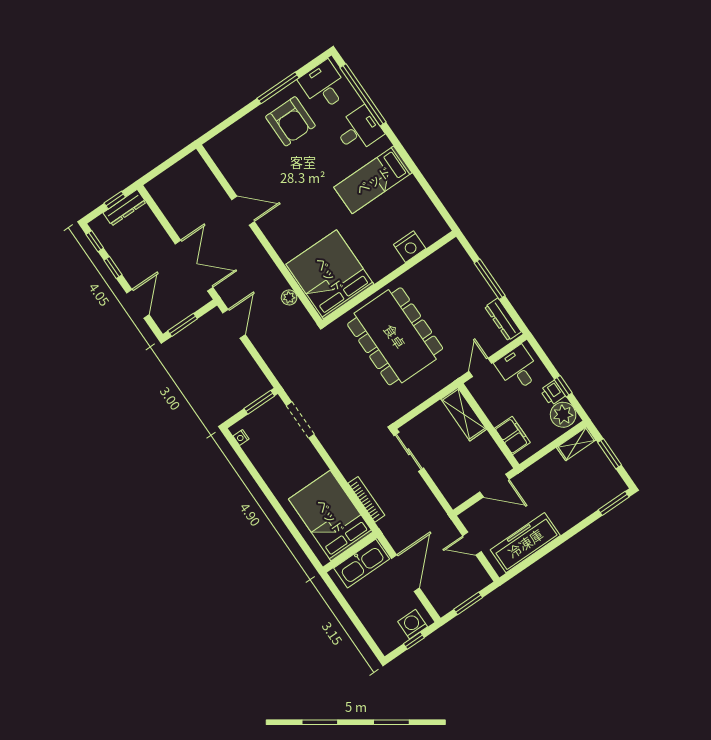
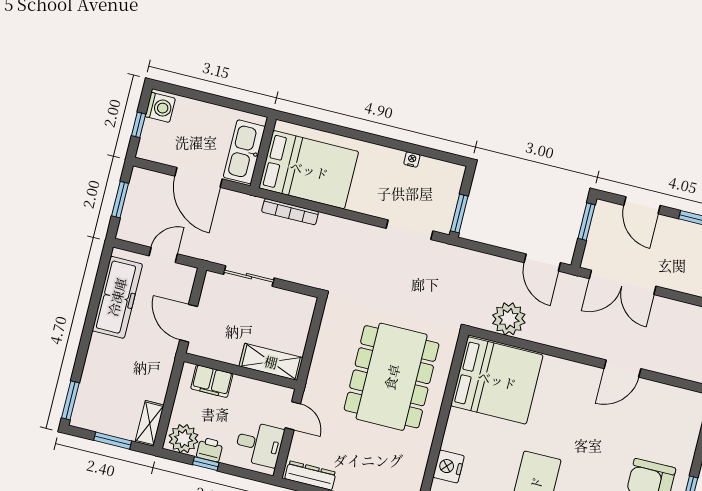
plant: (289, 297) -> (509, 319), width x1.88, depth x1.88
dining table: (395, 336) -> (392, 377), turned 90
nightstand: (241, 437) -> (412, 160), moved
sliding door: (409, 452) -> (249, 276), moved
door: (494, 486) -> (189, 323), hinge flipped
washing machine: (413, 624) -> (160, 107), moved

